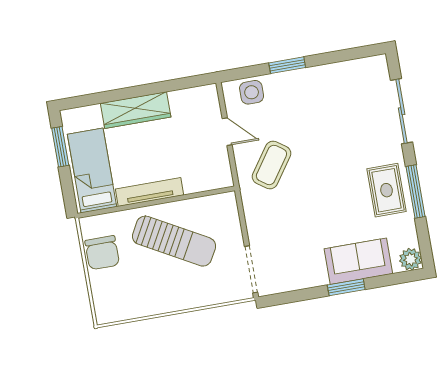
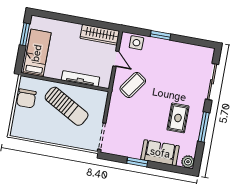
wardrobe: (136, 110) -> (100, 35), moved
rug: (387, 190) -> (178, 118), moved
tv unit: (149, 192) -> (80, 79), moved
window: (346, 287) -> (137, 162), moved

